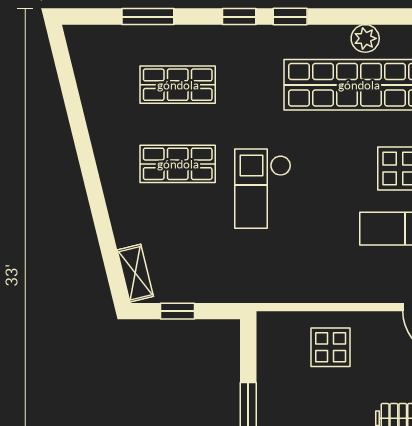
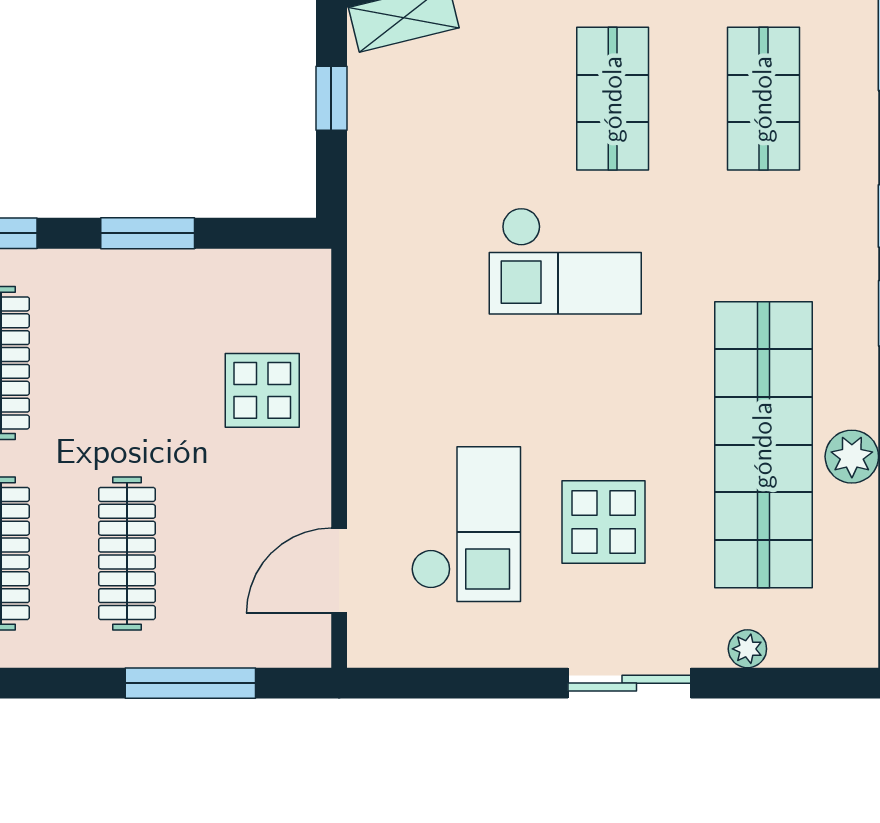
checkout: (263, 189) -> (565, 261), turned 180

